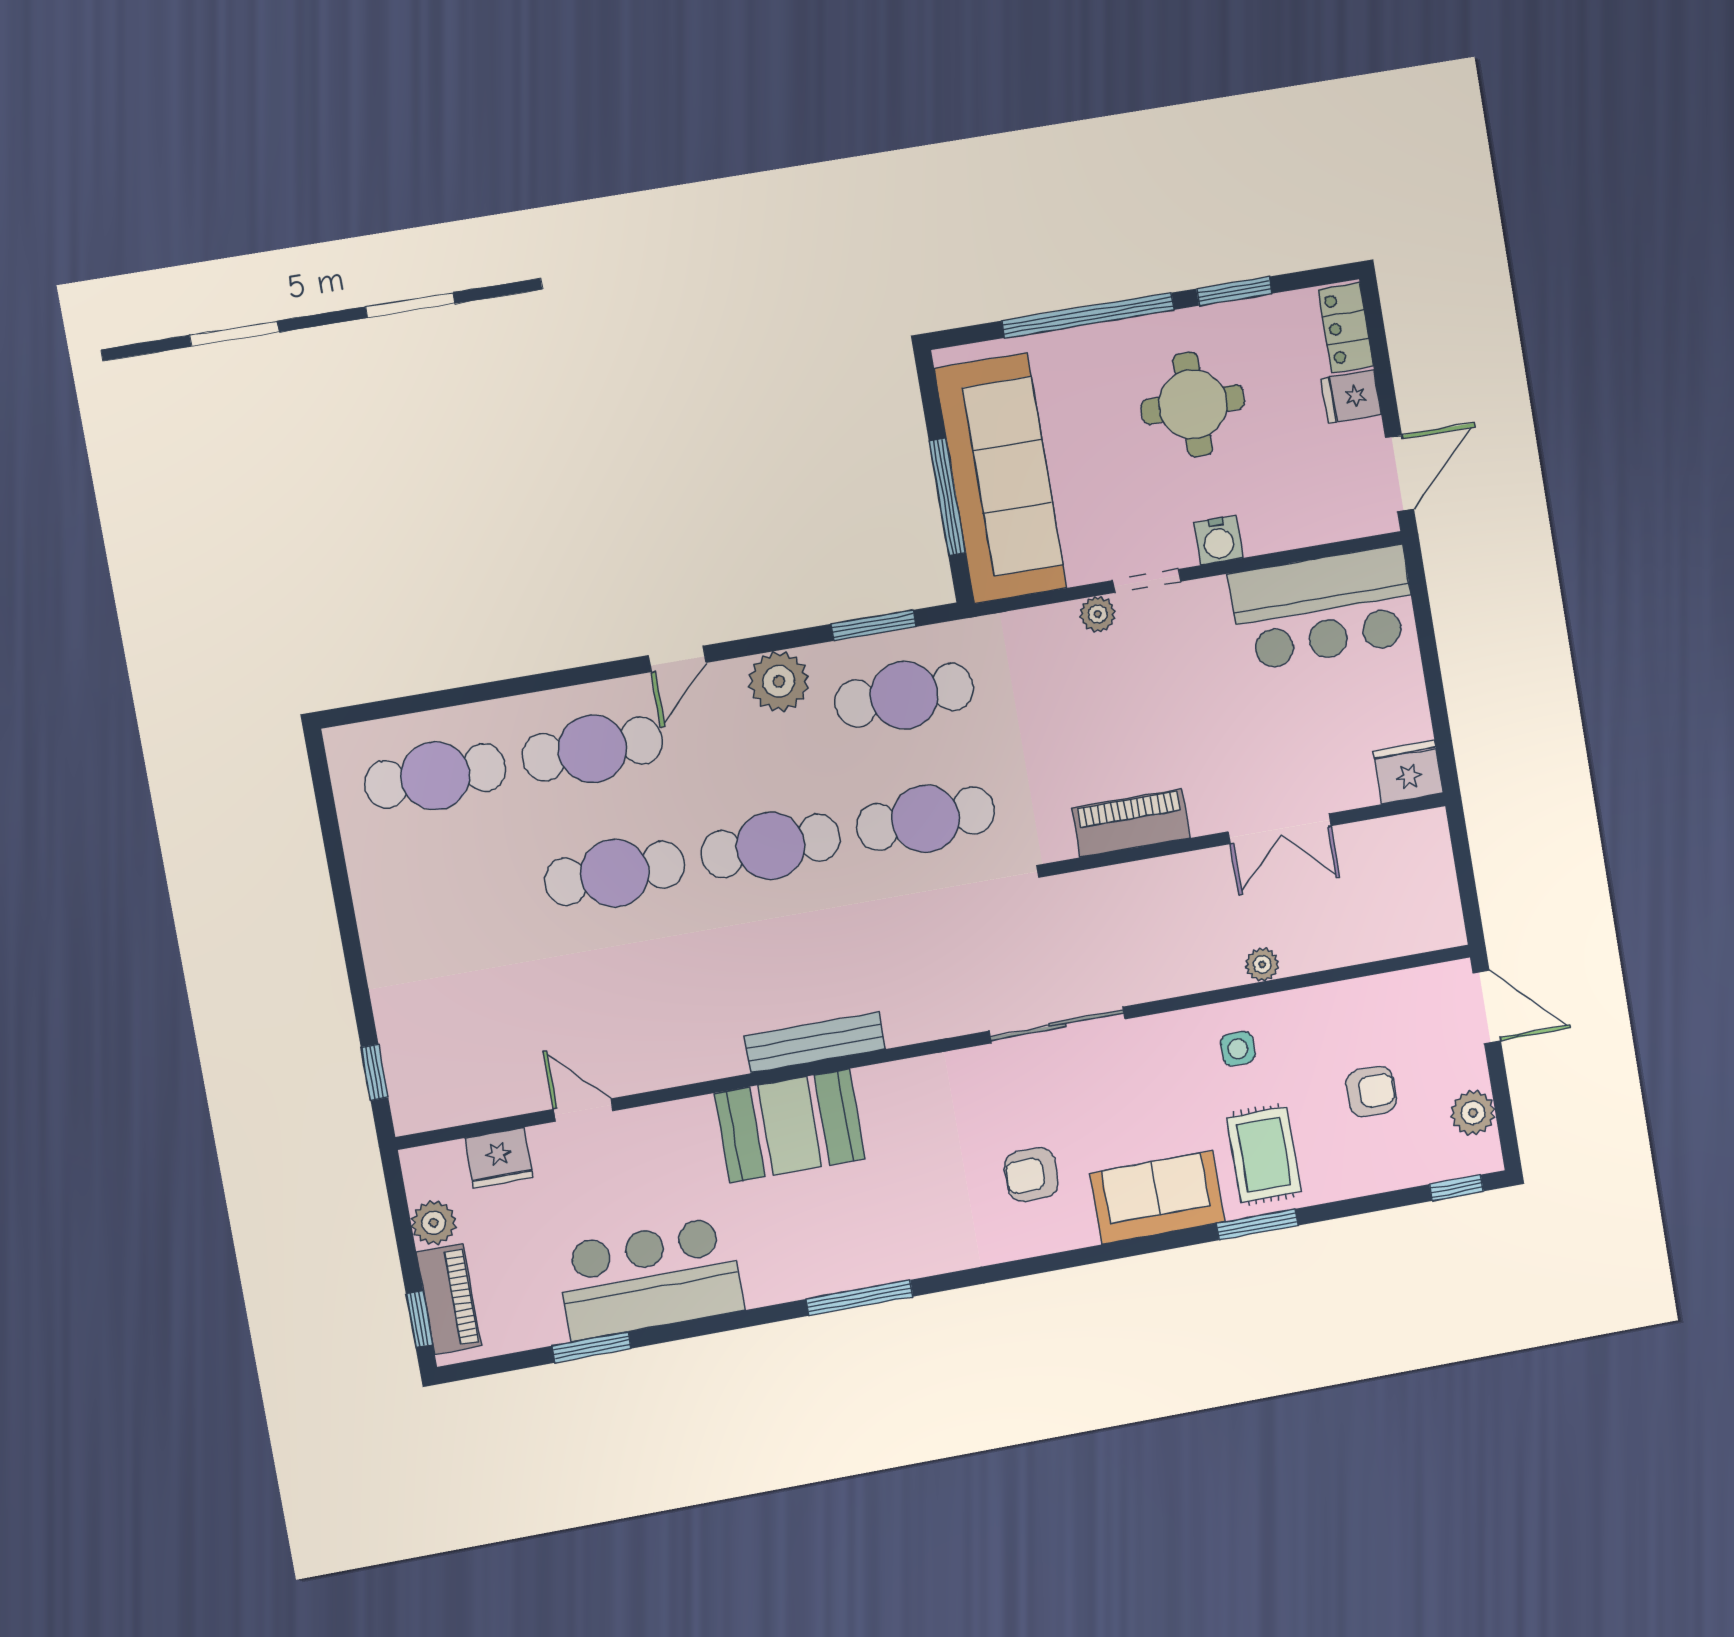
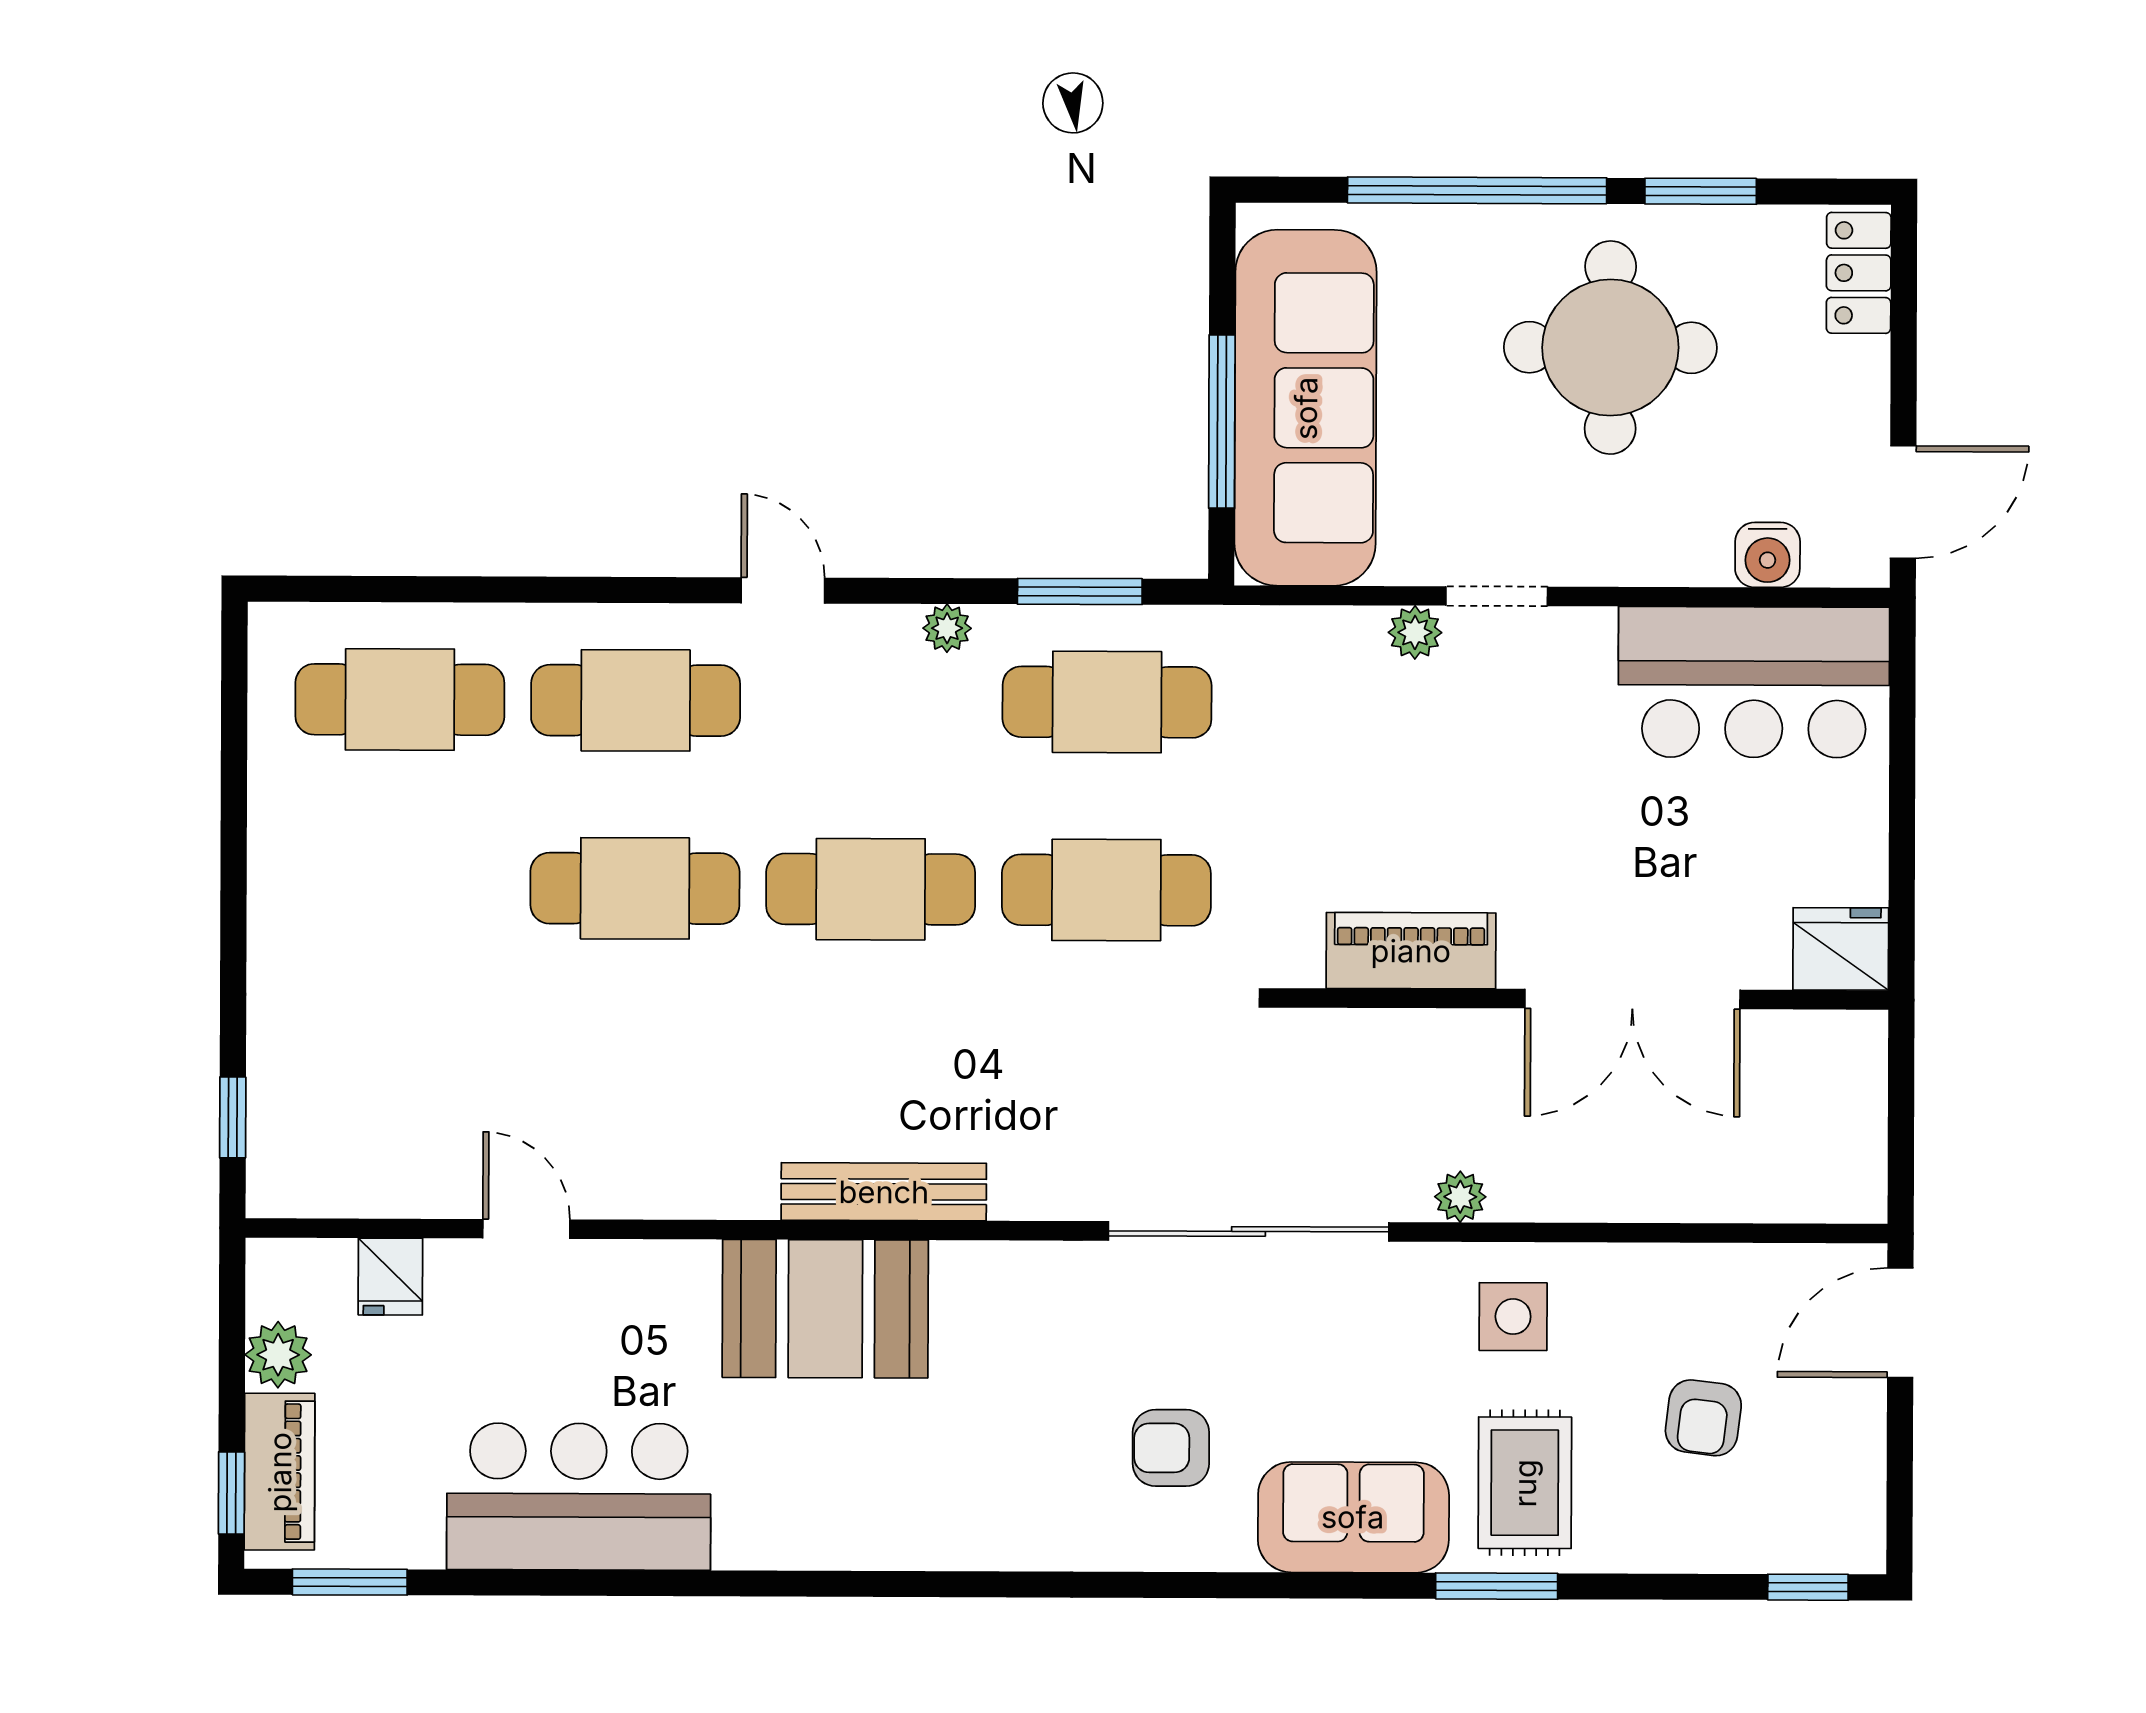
fridge: (1351, 397) -> (1850, 376), removed
round table: (1193, 404) -> (1610, 348), width x1.36, depth x1.36
water cooler: (1218, 540) -> (1768, 555), moved
door: (677, 659) -> (783, 590), swing flipped
plant: (779, 681) -> (947, 628), width x0.53, depth x0.53
double door: (1280, 829) -> (1632, 999), width x1.37
plant: (1262, 964) -> (1460, 1197), moved
door: (1487, 1007) -> (1900, 1323), swing flipped
sliding door: (1057, 1025) -> (1249, 1231), width x1.36
side table: (1238, 1049) -> (1513, 1317), width x1.37, depth x1.37
armchair: (1371, 1091) -> (1703, 1418), turned 97
plant: (1473, 1113) -> (1852, 1478), removed
fridge: (499, 1158) -> (390, 1277), width x0.72
window: (860, 1298) -> (883, 1584), removed
window: (592, 1347) -> (350, 1582), moved

